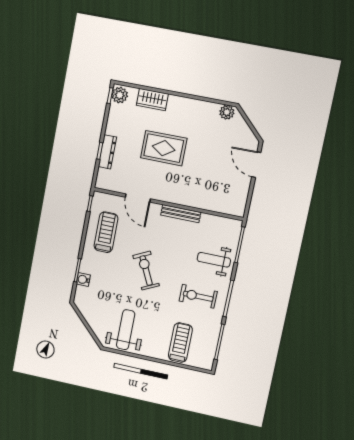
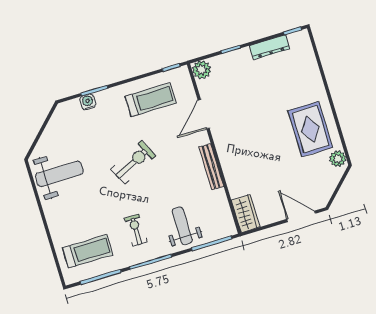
plant: (120, 95) -> (202, 70), moved
wardrobe: (152, 99) -> (246, 214), moved, turned 180
rug: (164, 148) -> (310, 129), moved
dresser: (107, 152) -> (270, 47), moved
door: (256, 165) -> (301, 216), hinge flipped
exercise bike: (198, 296) -> (136, 230), width x0.73, depth x0.72
treadmill: (180, 343) -> (88, 251), moved

